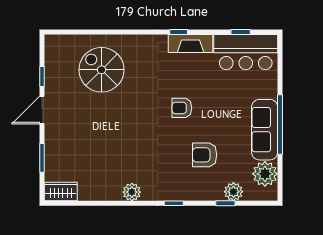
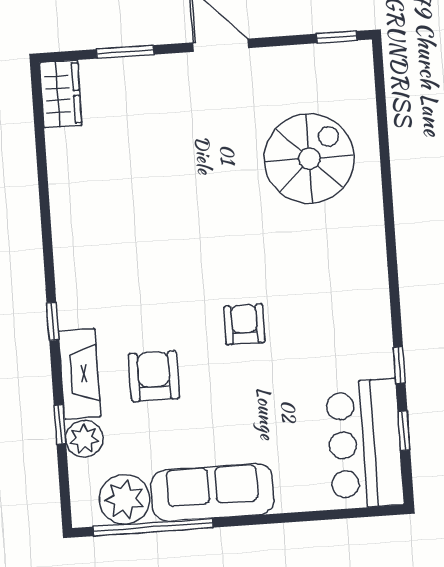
window: (179, 32) -> (399, 365), moved
fireplace: (191, 44) -> (79, 374), moved, turned 180
window: (42, 76) -> (337, 37), moved
window: (280, 124) -> (153, 527), moved
plant: (132, 192) -> (70, 236), removed

